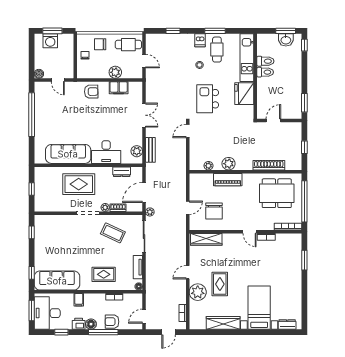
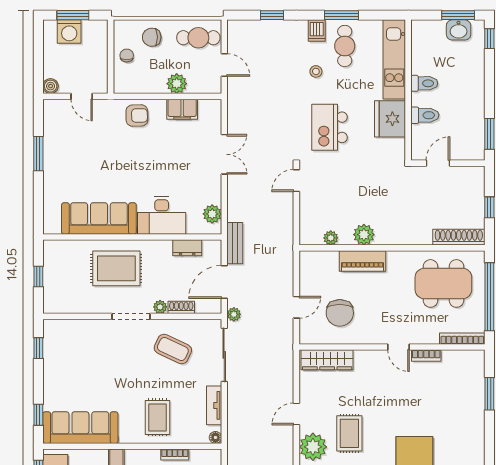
toilet: (265, 61) -> (425, 115), moved
window: (32, 115) -> (38, 154), width x0.47
bench: (150, 150) -> (235, 243), moved
shoe rack: (269, 165) -> (459, 237), moved
rug: (104, 274) -> (158, 417), turned 90

